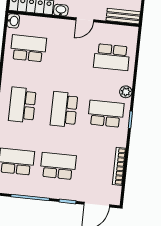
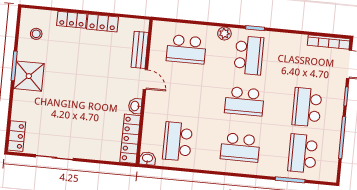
bench: (123, 16) -> (140, 50), moved
school desk: (112, 57) -> (186, 49), turned 90
school desk: (106, 114) -> (249, 55), turned 180
bookcase: (119, 166) -> (329, 42), moved

